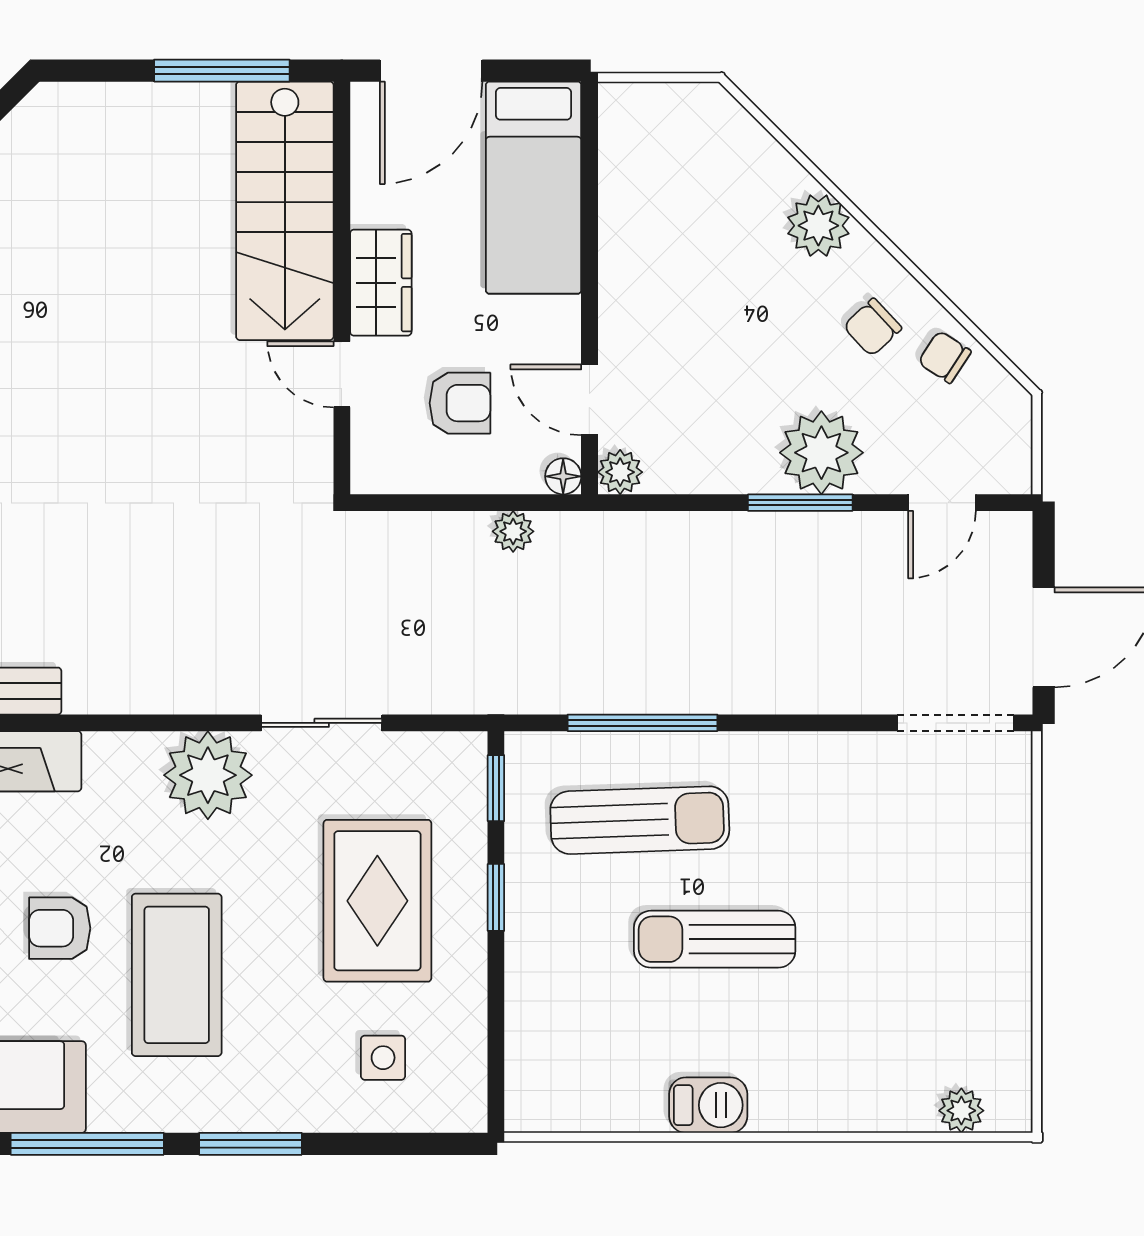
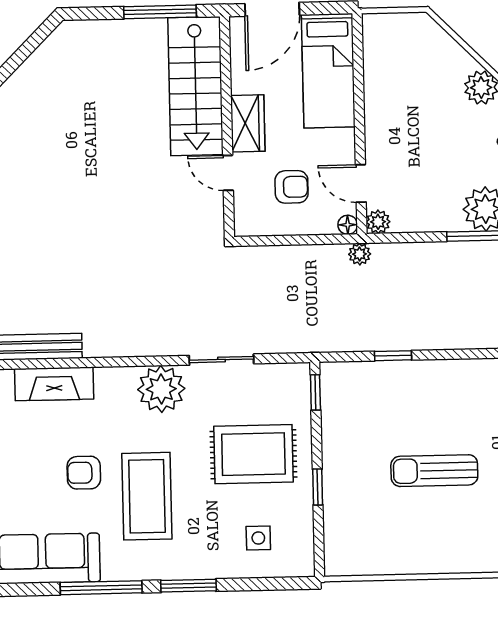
plant: (513, 531) -> (360, 254), moved
window: (642, 723) -> (393, 356), width x0.46
sun lounger: (640, 820) -> (393, 408), removed
window: (496, 897) -> (318, 487), moved
rug: (377, 901) -> (253, 454), turned 90
barbecue: (708, 1105) -> (433, 559), removed

